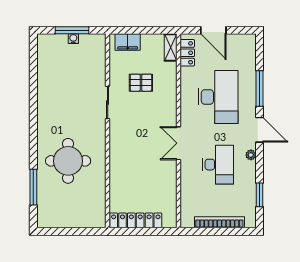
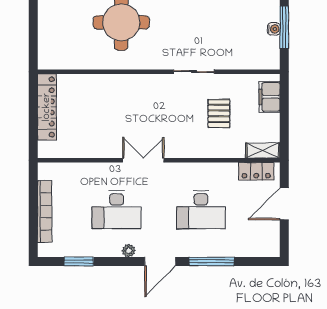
desk: (218, 97) -> (201, 210), width x0.73, depth x0.77

